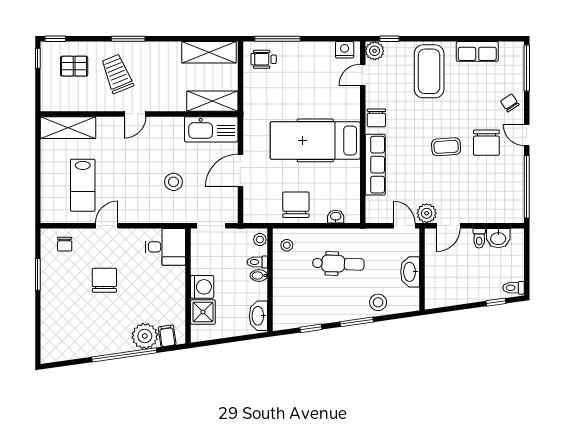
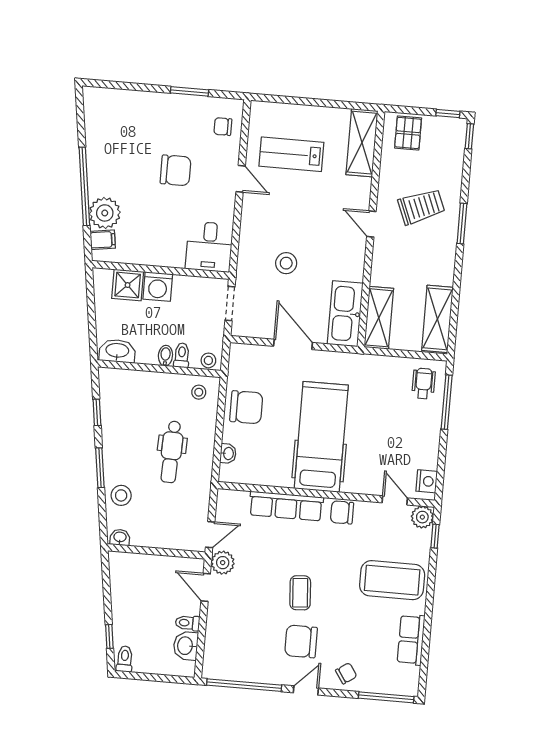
pallet: (74, 66) -> (408, 133), moved
washbasin: (410, 272) -> (120, 537), moved, width x0.52, depth x0.69

